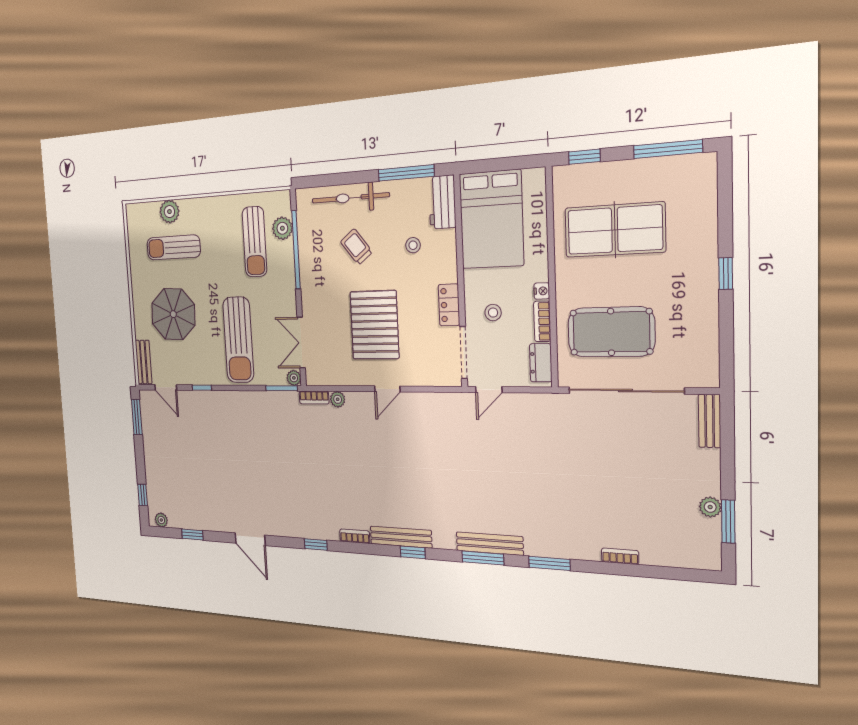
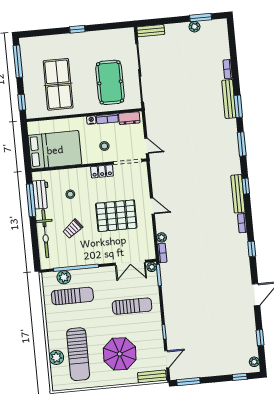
workbench: (442, 202) -> (41, 195), moved, turned -90
sun lounger: (174, 247) -> (78, 354), width x1.36, depth x1.34
sun lounger: (238, 340) -> (132, 306), width x0.73, depth x0.75
bench: (490, 544) -> (229, 99), moved

